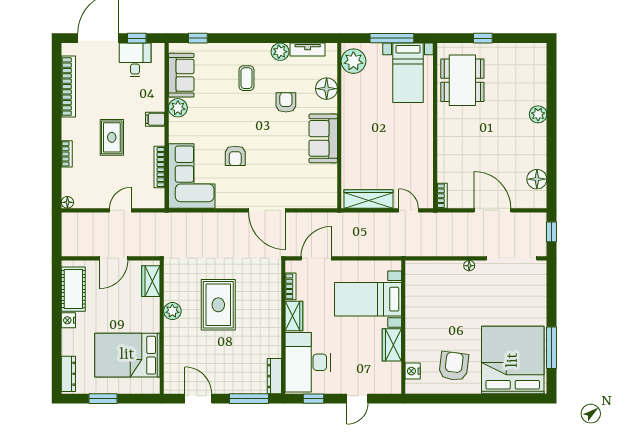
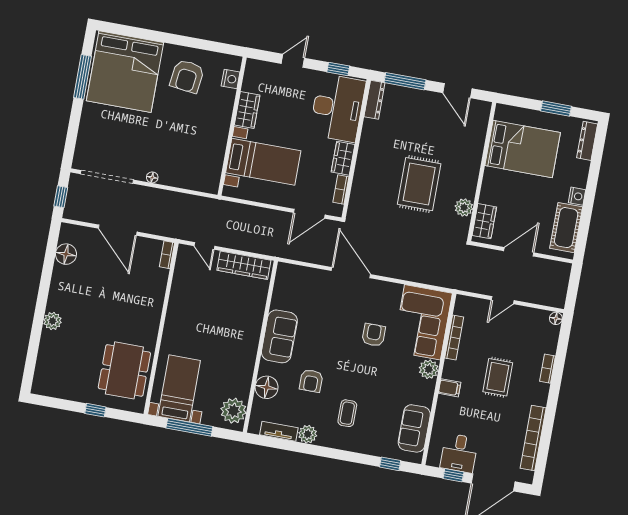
plant: (178, 108) -> (429, 369), moved
plant: (172, 311) -> (464, 207), moved

